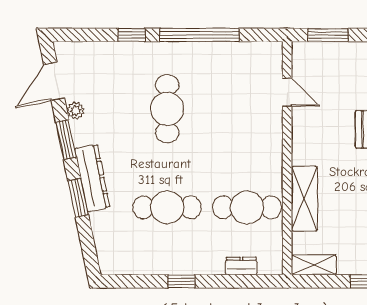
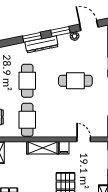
door: (287, 92) -> (84, 139), swing flipped
filing cabinet: (304, 132) -> (64, 148), added
shelving: (304, 199) -> (43, 148), moved

